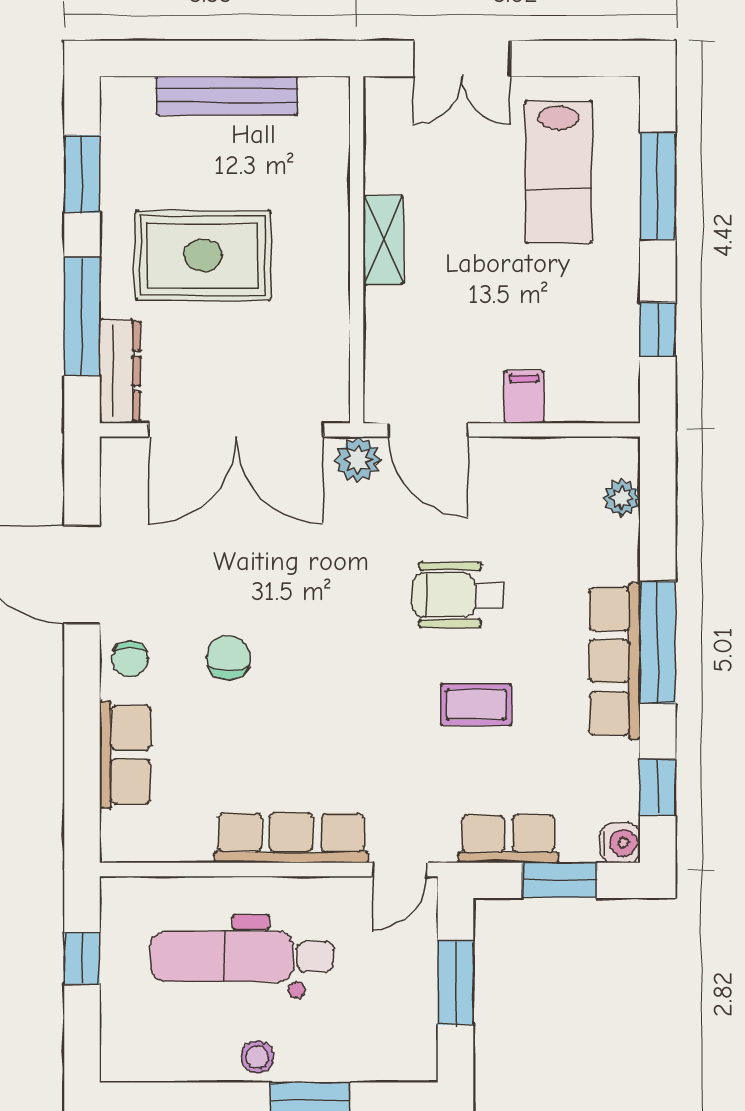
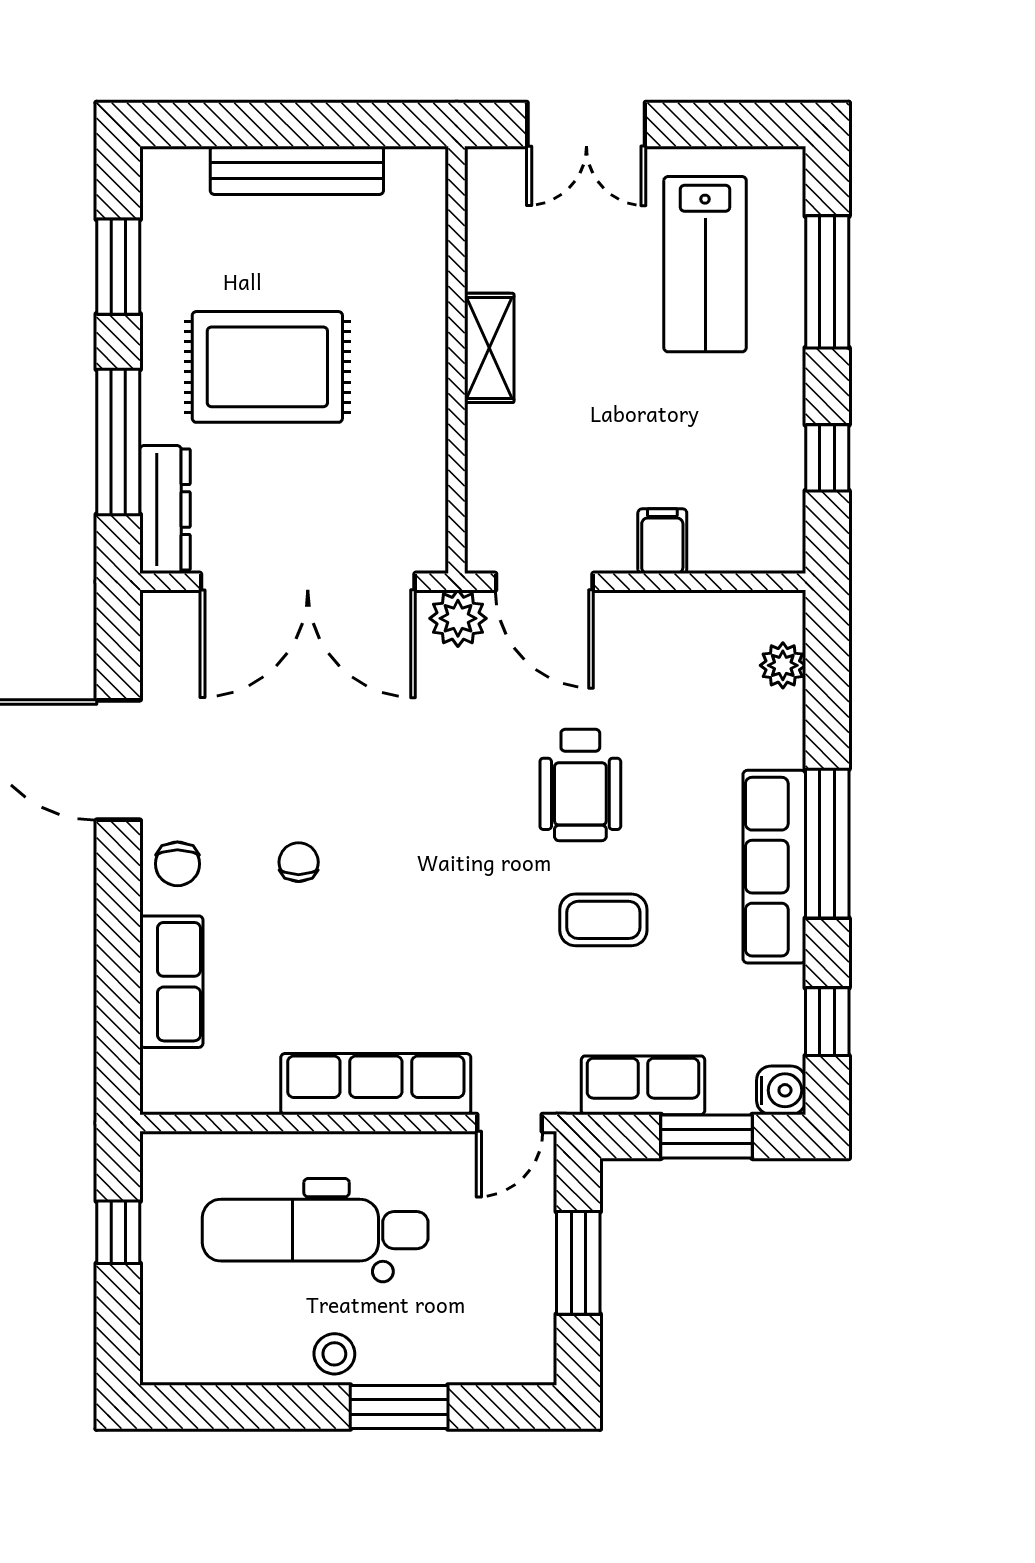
wheelchair: (457, 595) -> (580, 785), turned -90
chair: (228, 658) -> (299, 862), width x0.73, depth x0.73

